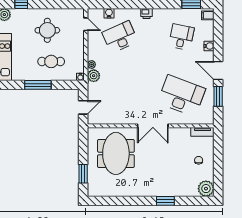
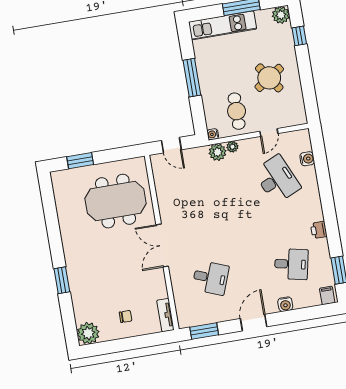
printer: (146, 14) -> (319, 230), moved
door: (86, 24) -> (269, 132), moved
round table: (47, 30) -> (269, 78), turned -34
cafe table: (51, 61) -> (237, 111), moved
desk: (181, 96) -> (210, 278), width x0.53, depth x0.77
window: (218, 96) -> (204, 331), moved

